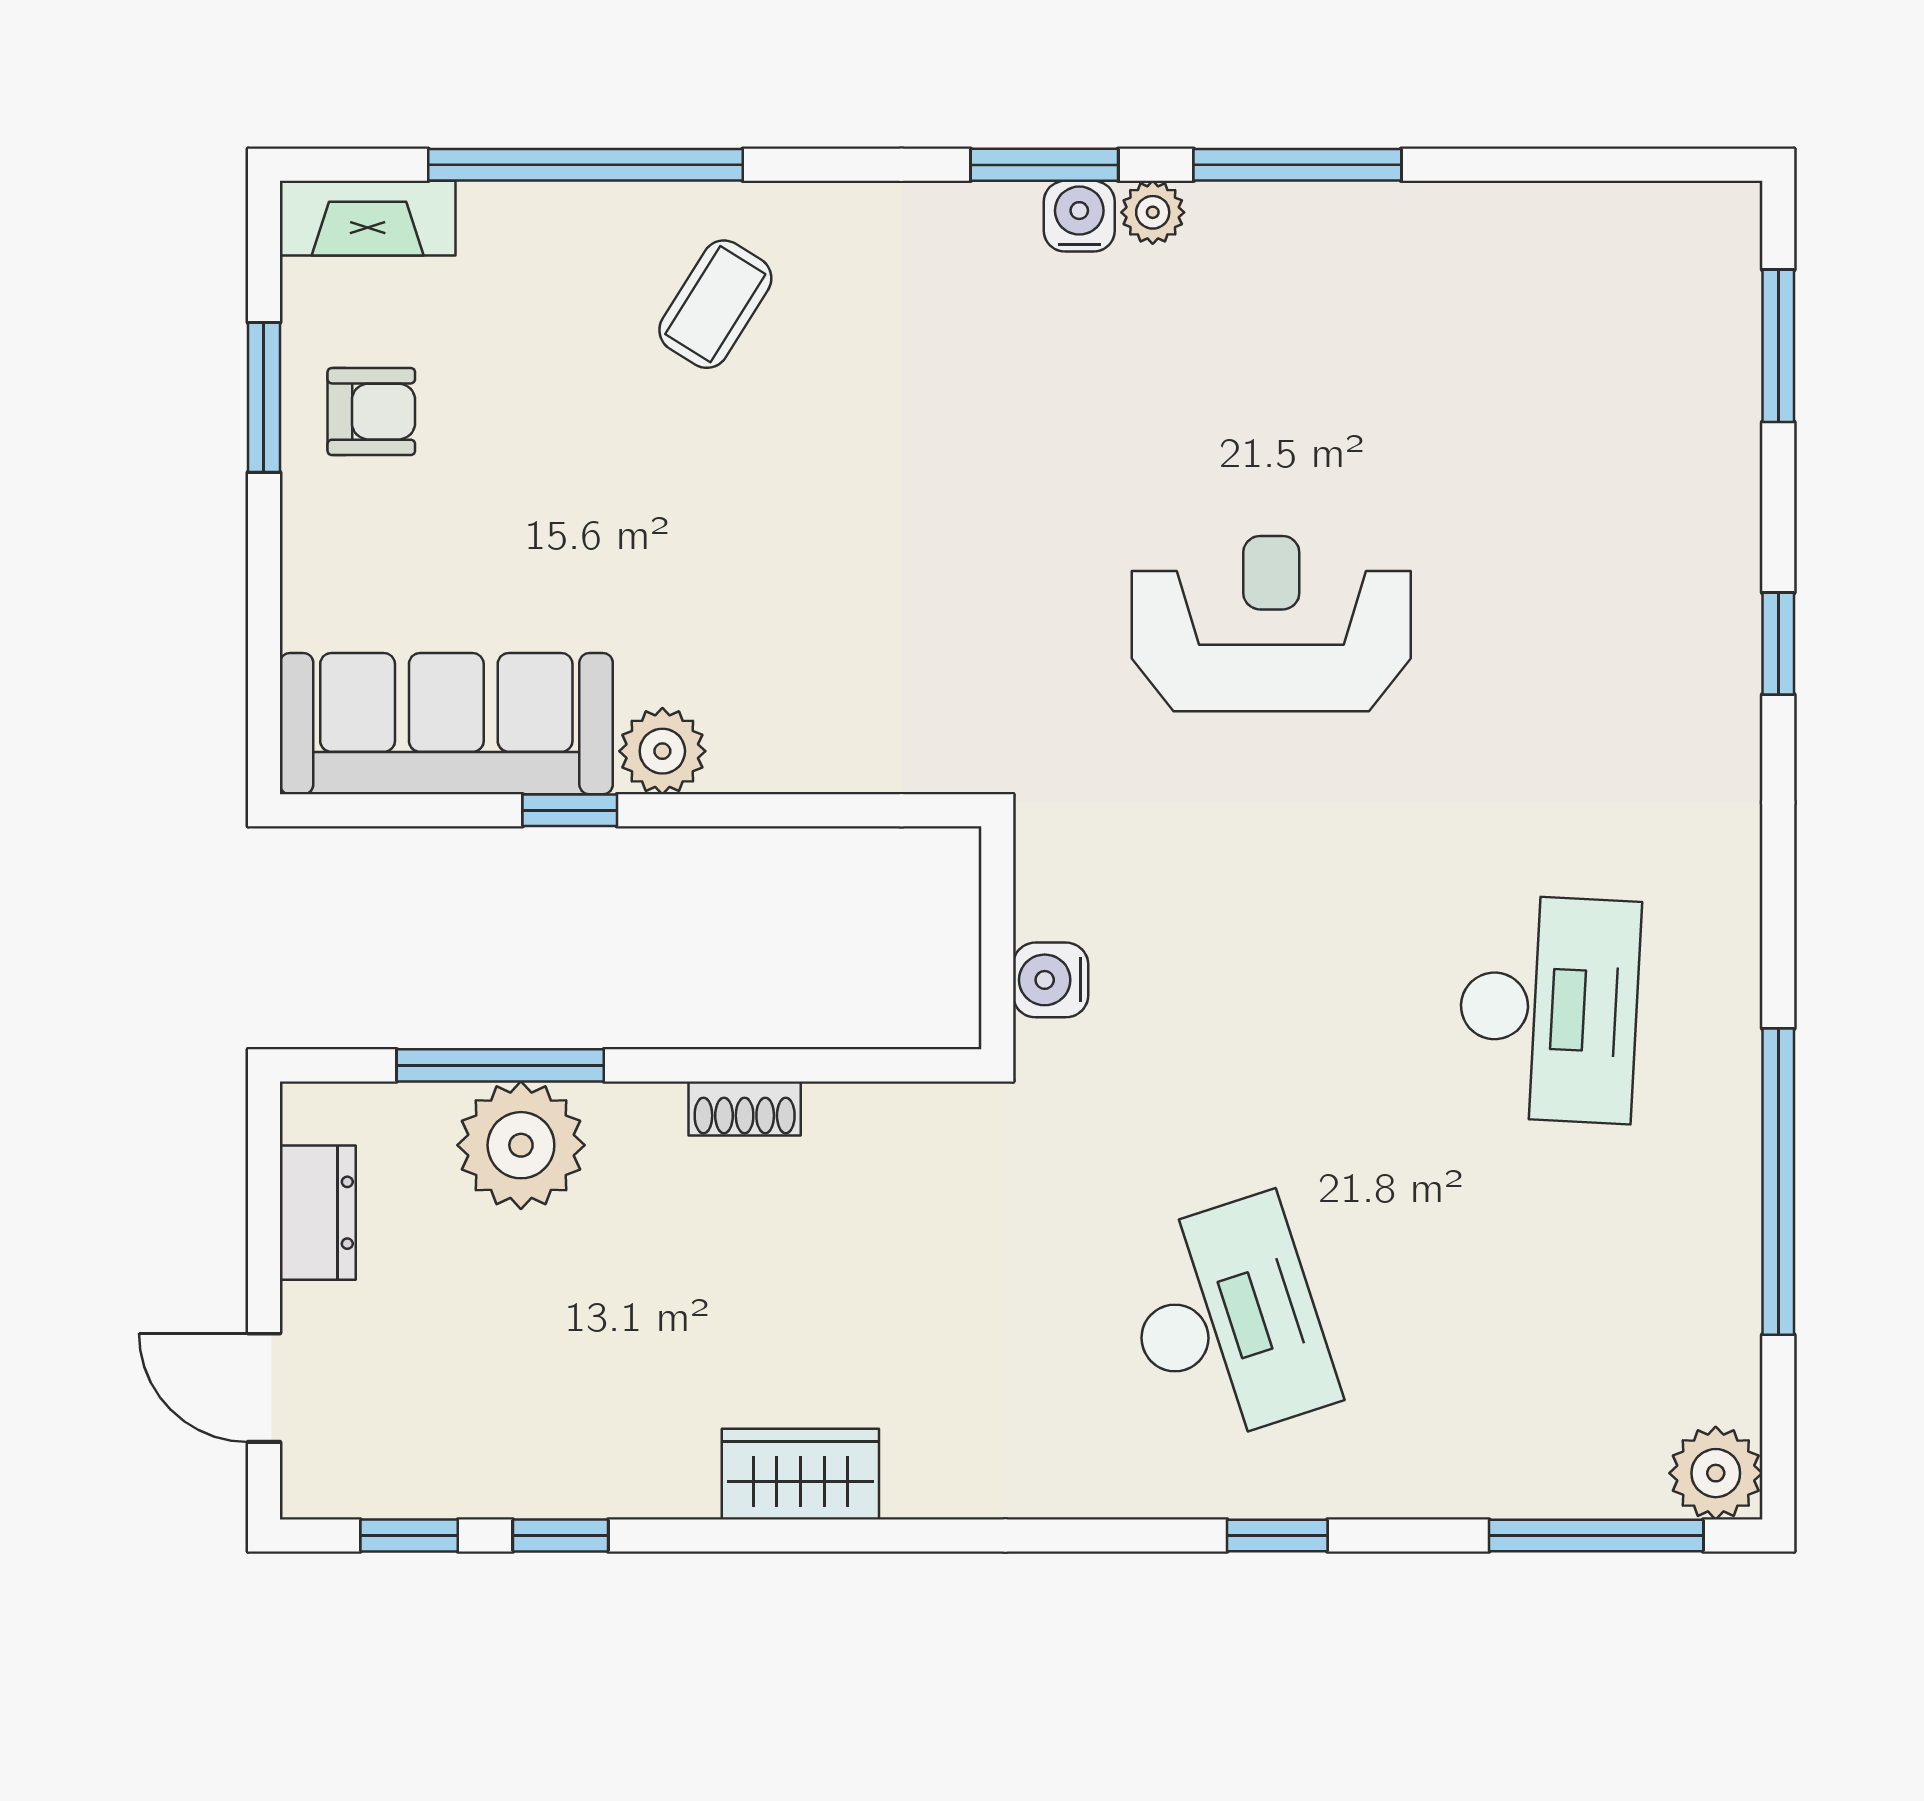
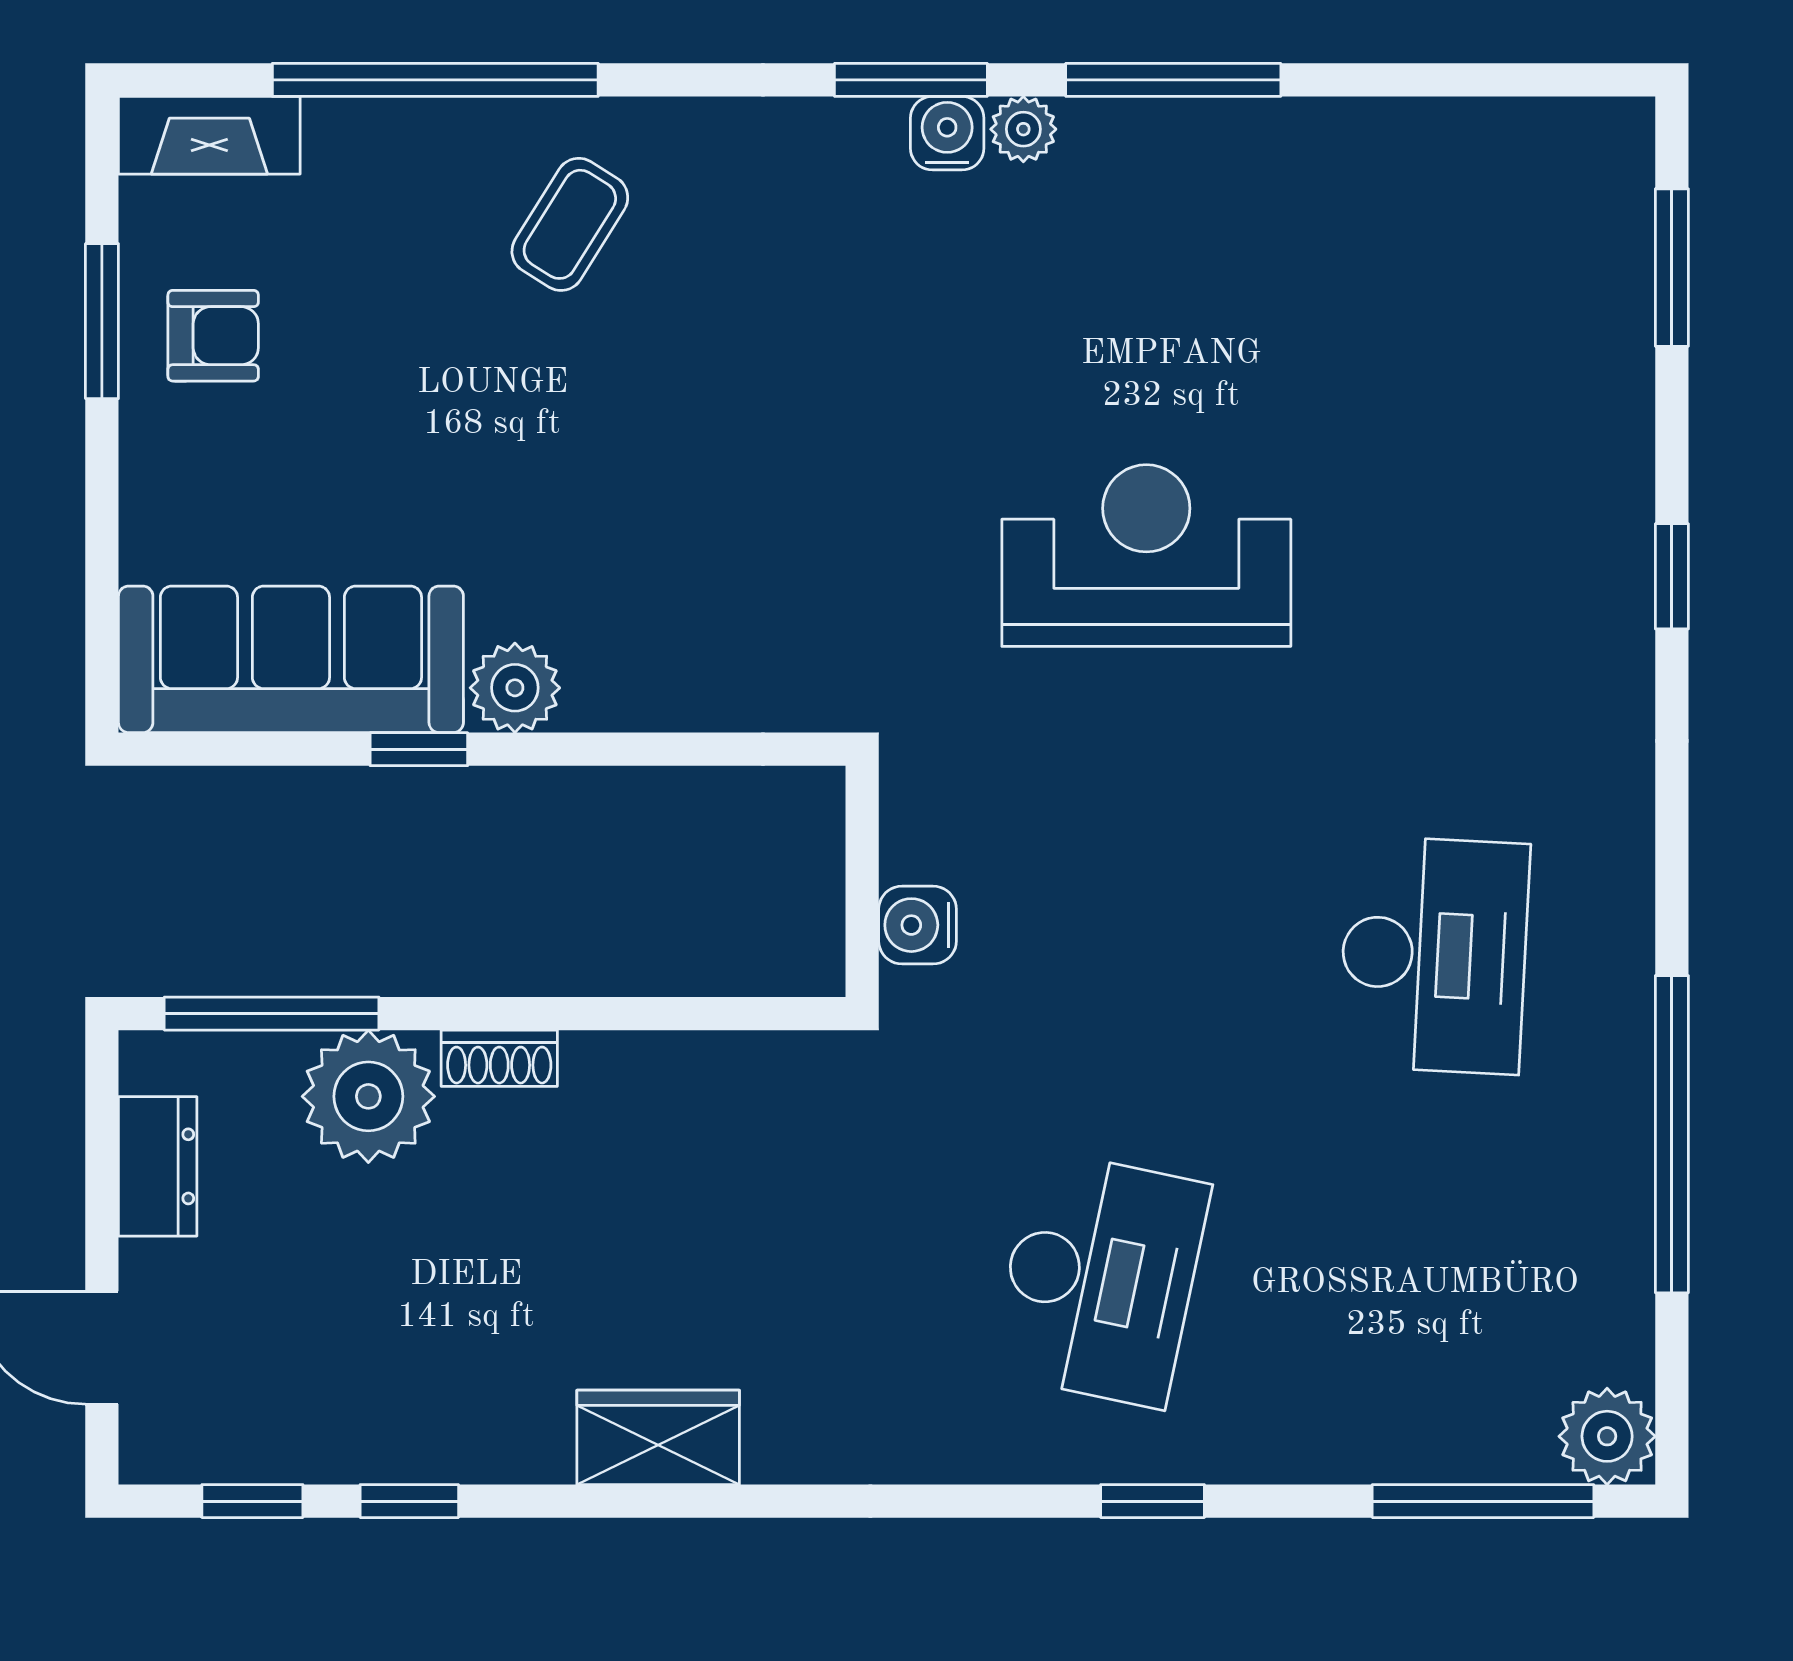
window: (500, 1065) -> (272, 1014), moved
shoe rack: (745, 1108) -> (499, 1058), moved
desk: (1227, 1321) -> (1100, 1279), turned 30

